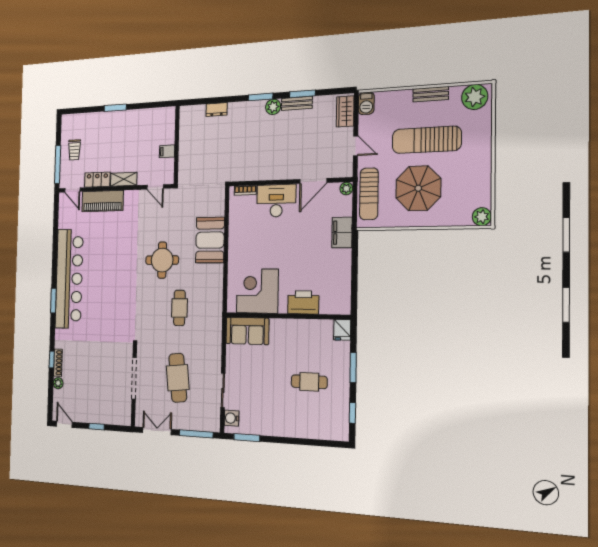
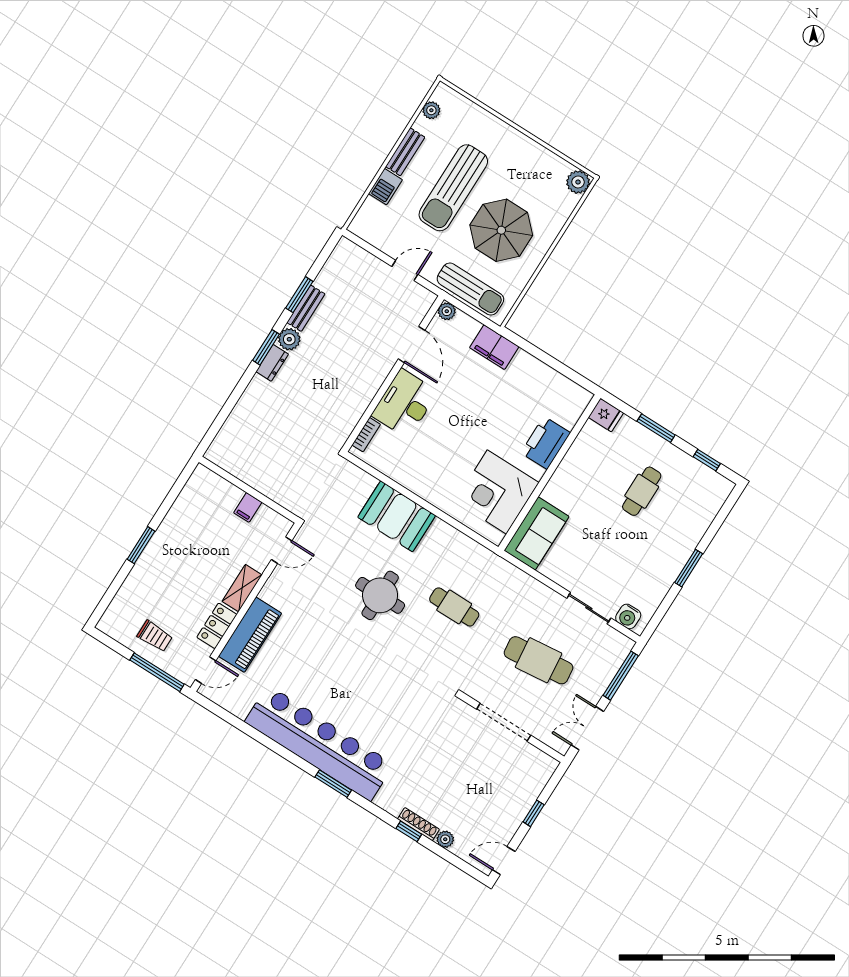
plant: (475, 97) -> (431, 110), width x0.53, depth x0.53
barbecue: (366, 103) -> (385, 187), moved, turned 90
dresser: (217, 110) -> (272, 363), moved
wardrobe: (345, 111) -> (356, 258), removed
window: (247, 438) -> (689, 568), moved

